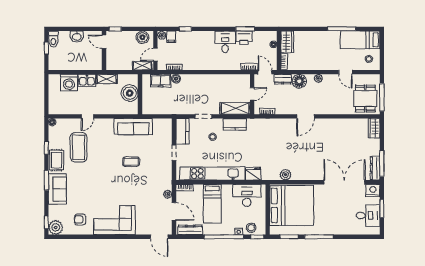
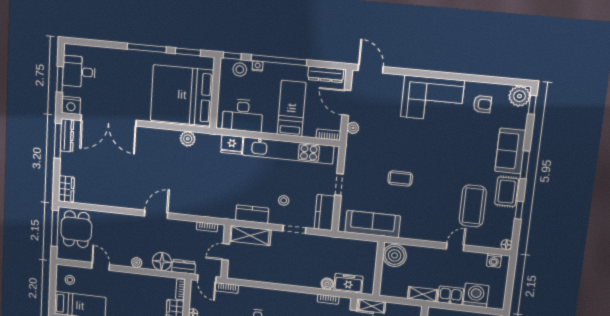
boiler: (130, 93) -> (395, 255), moved
washing machine: (59, 110) -> (494, 261), added
sofa: (133, 127) -> (373, 224), moved

